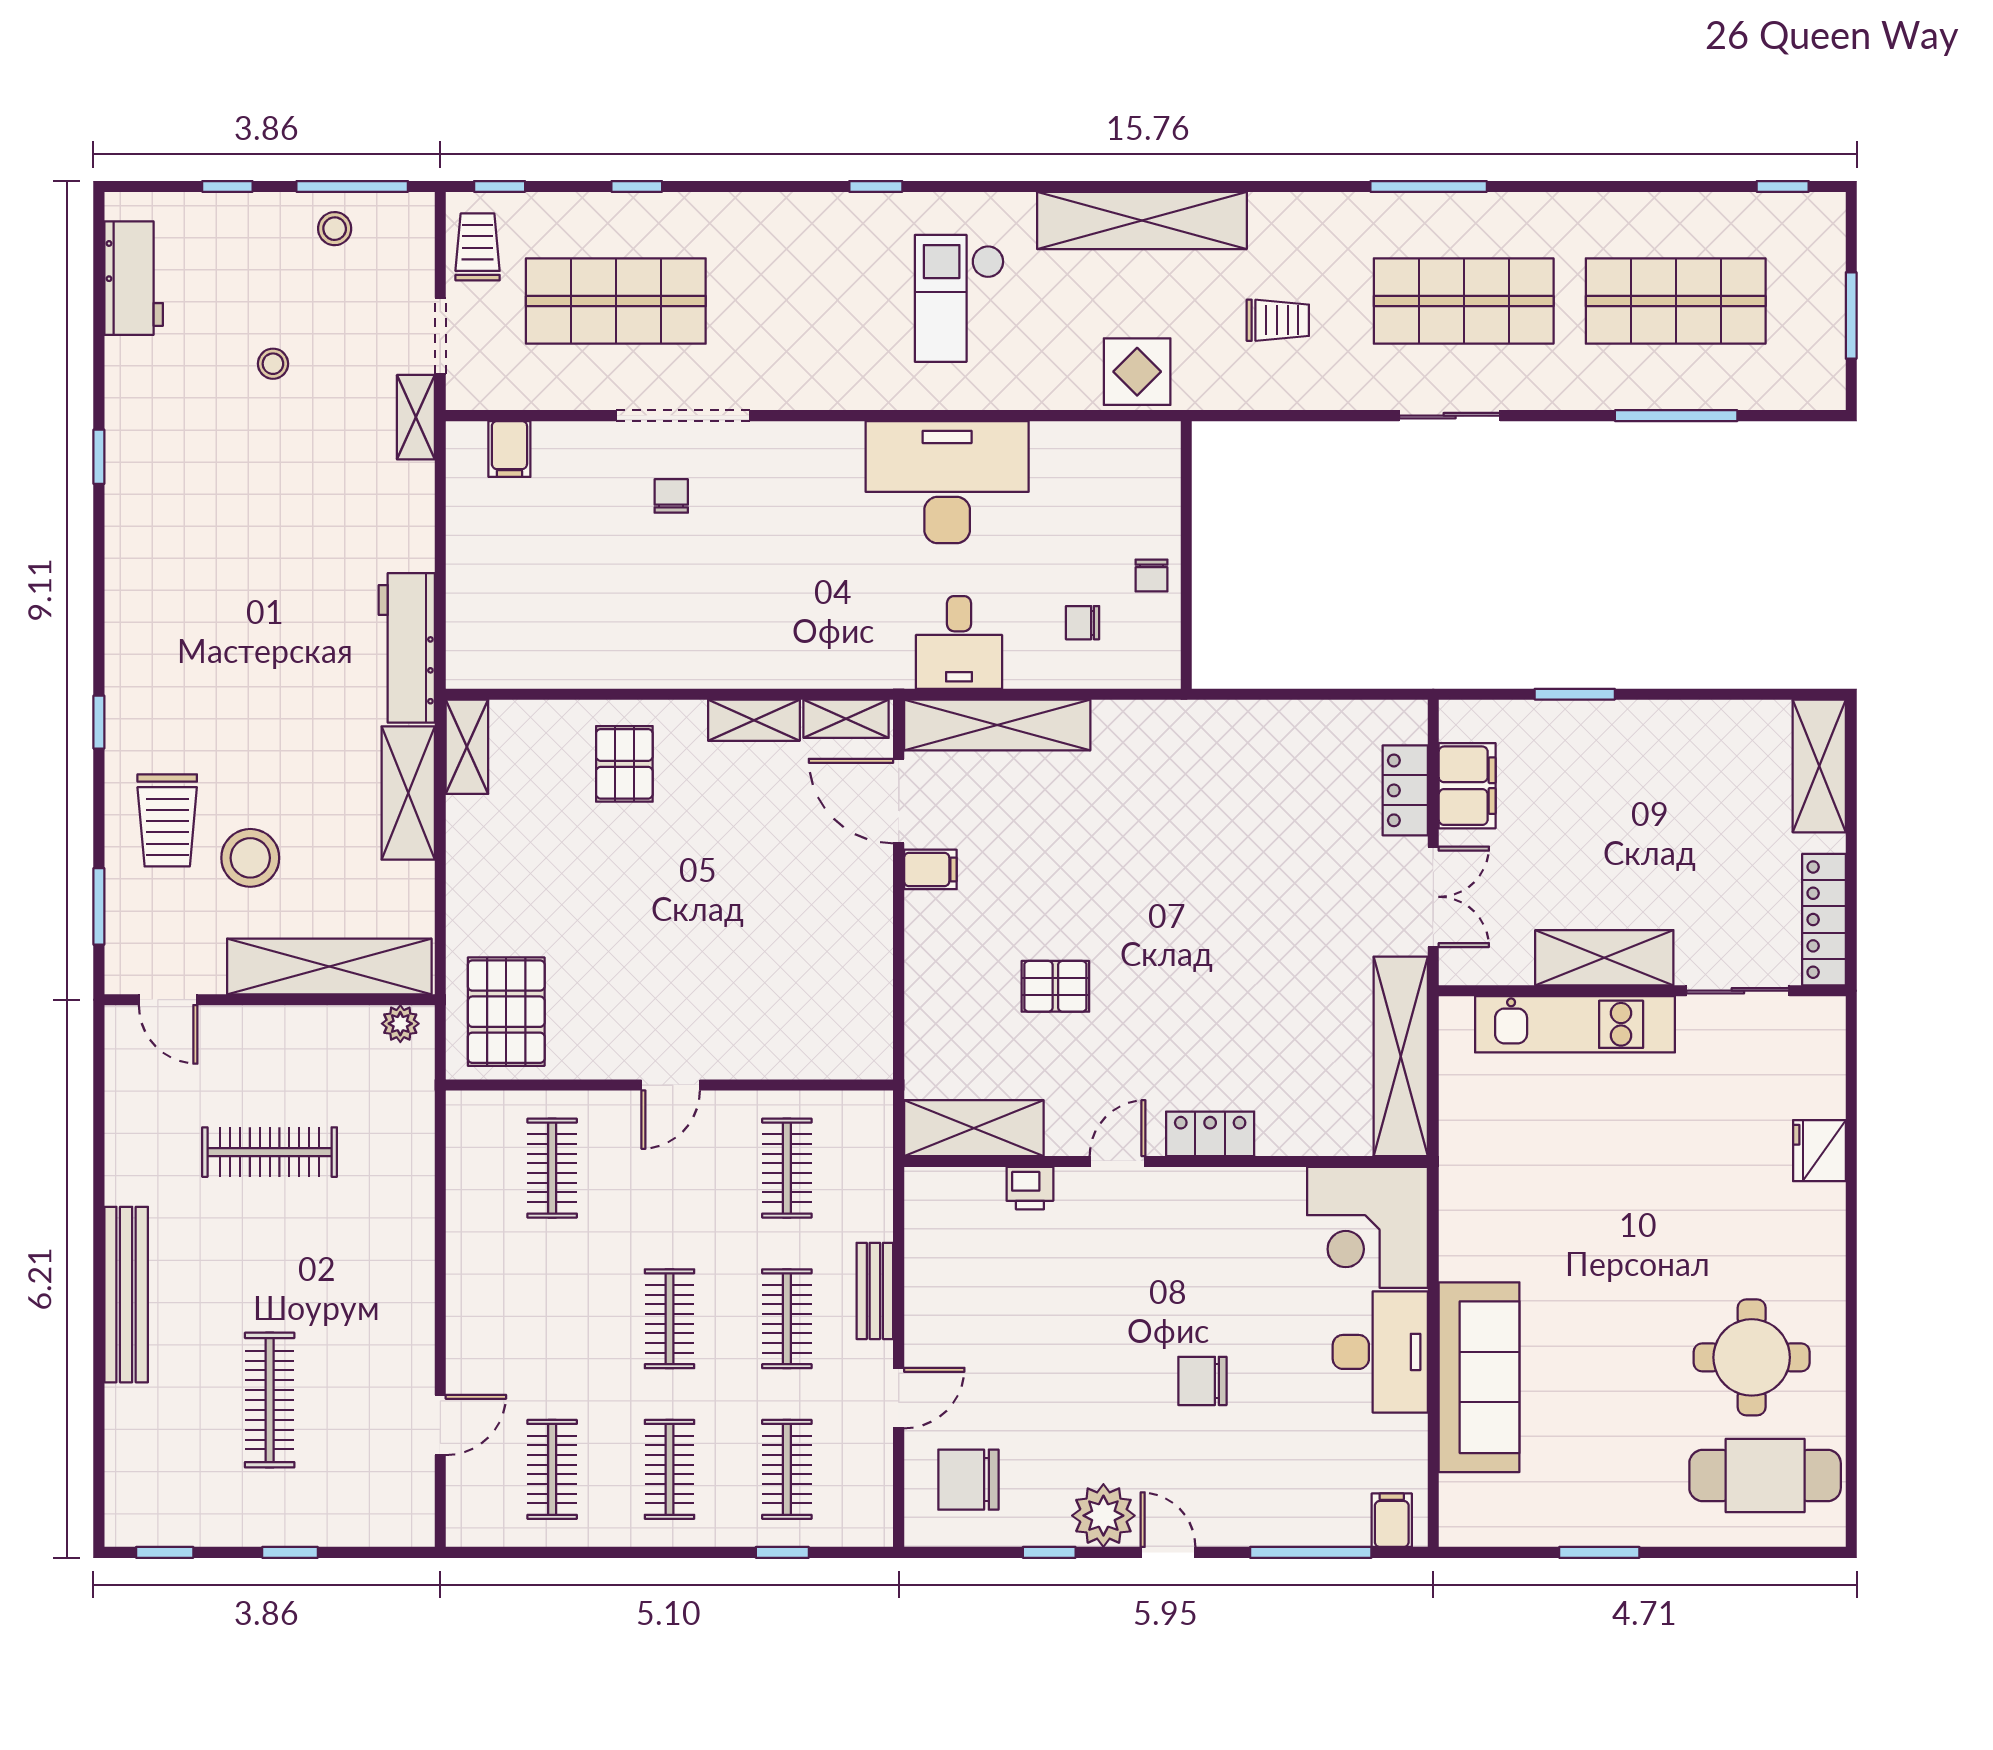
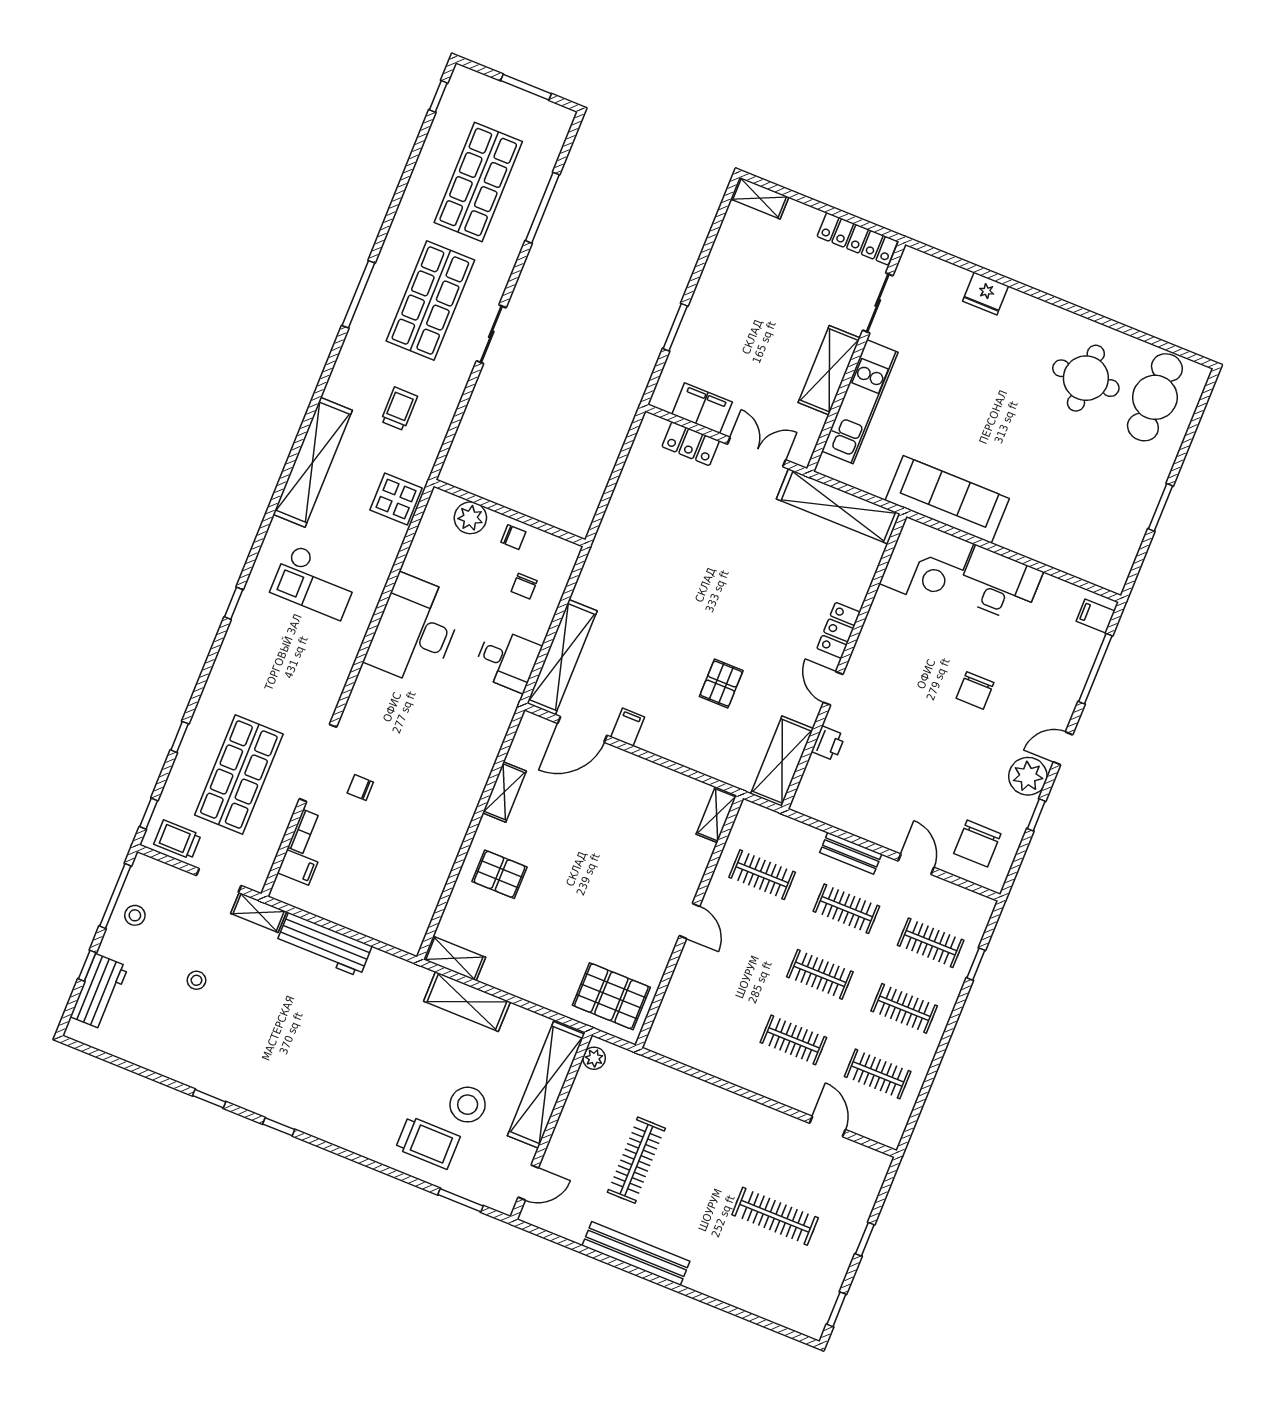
workbench: (134, 278) -> (99, 992), moved, turned 90
bookcase: (568, 435) -> (303, 831), added
plant: (1154, 498) -> (470, 518), added
workbench: (407, 648) -> (324, 945), moved
shelving: (846, 719) -> (716, 815), moved
window: (99, 722) -> (279, 1127), moved
shelving: (1819, 766) -> (760, 198), width x0.67, depth x0.75
clothes rail: (552, 1168) -> (793, 1040), moved
bench: (126, 1295) -> (636, 1253), moved
sofa: (1479, 1377) -> (947, 499), moved

